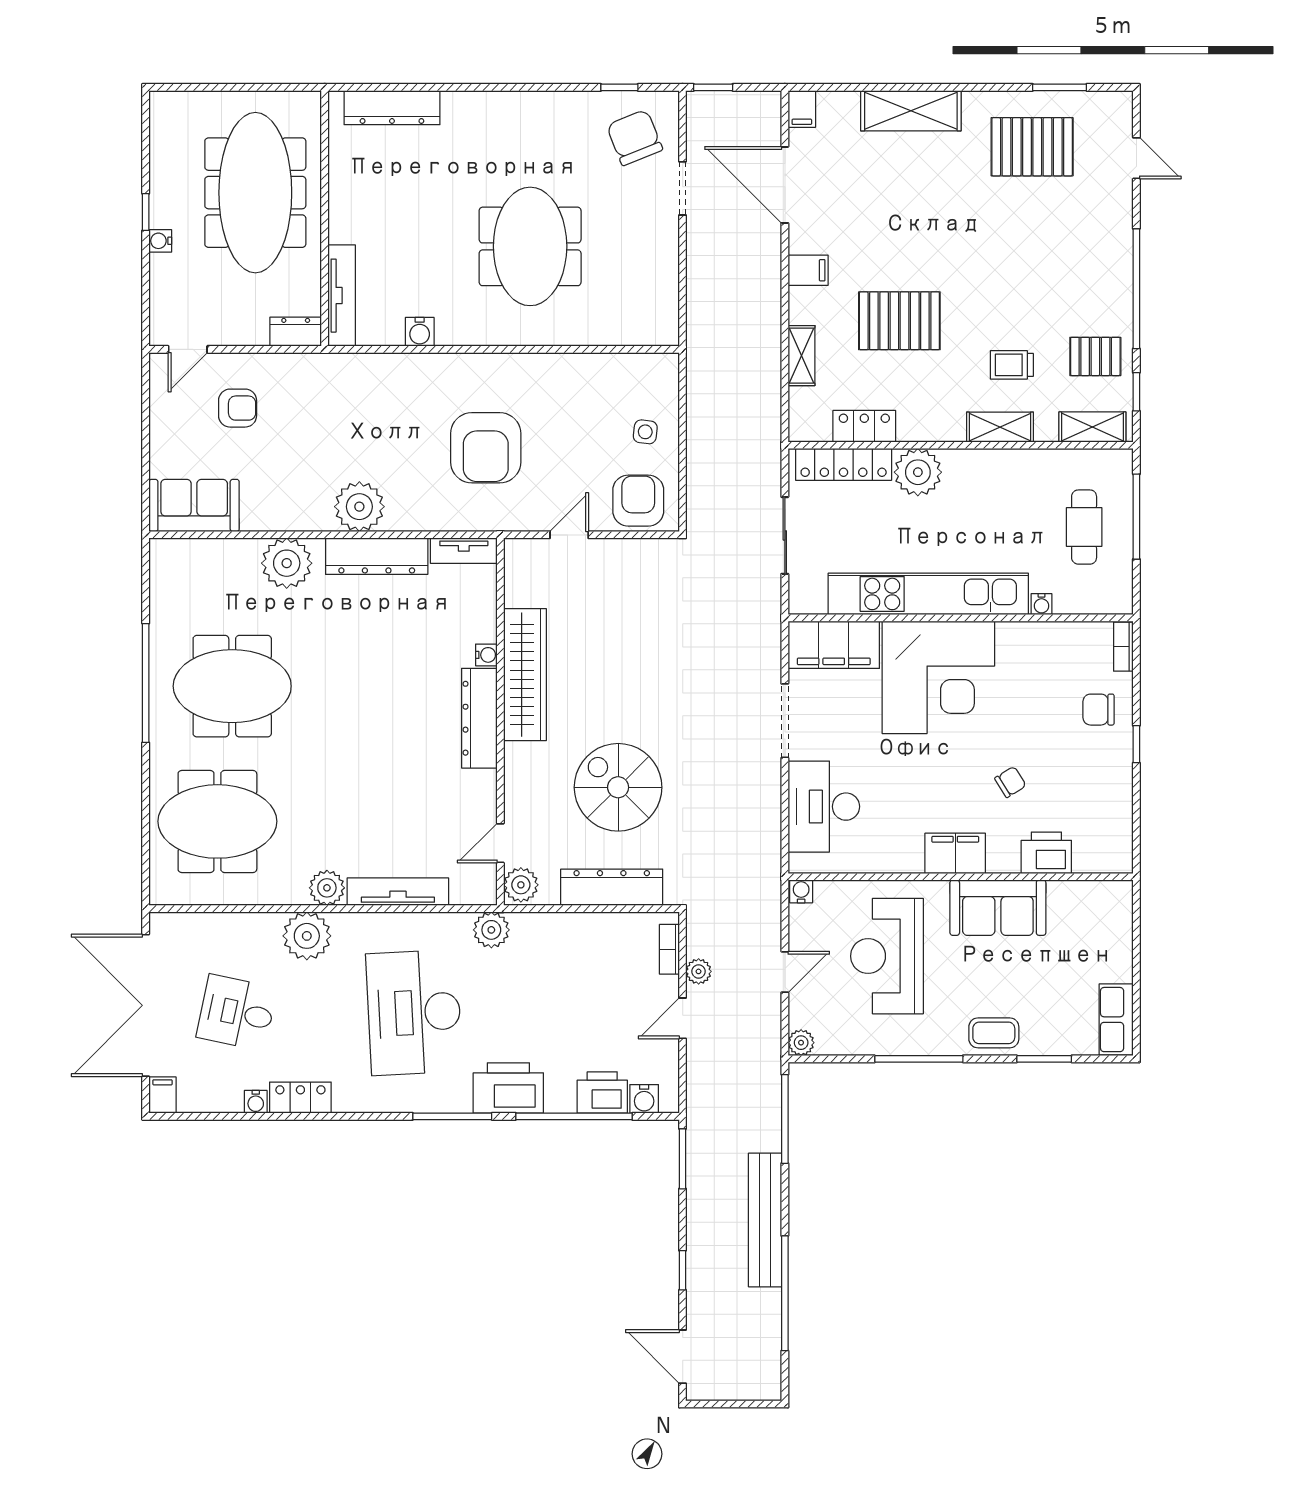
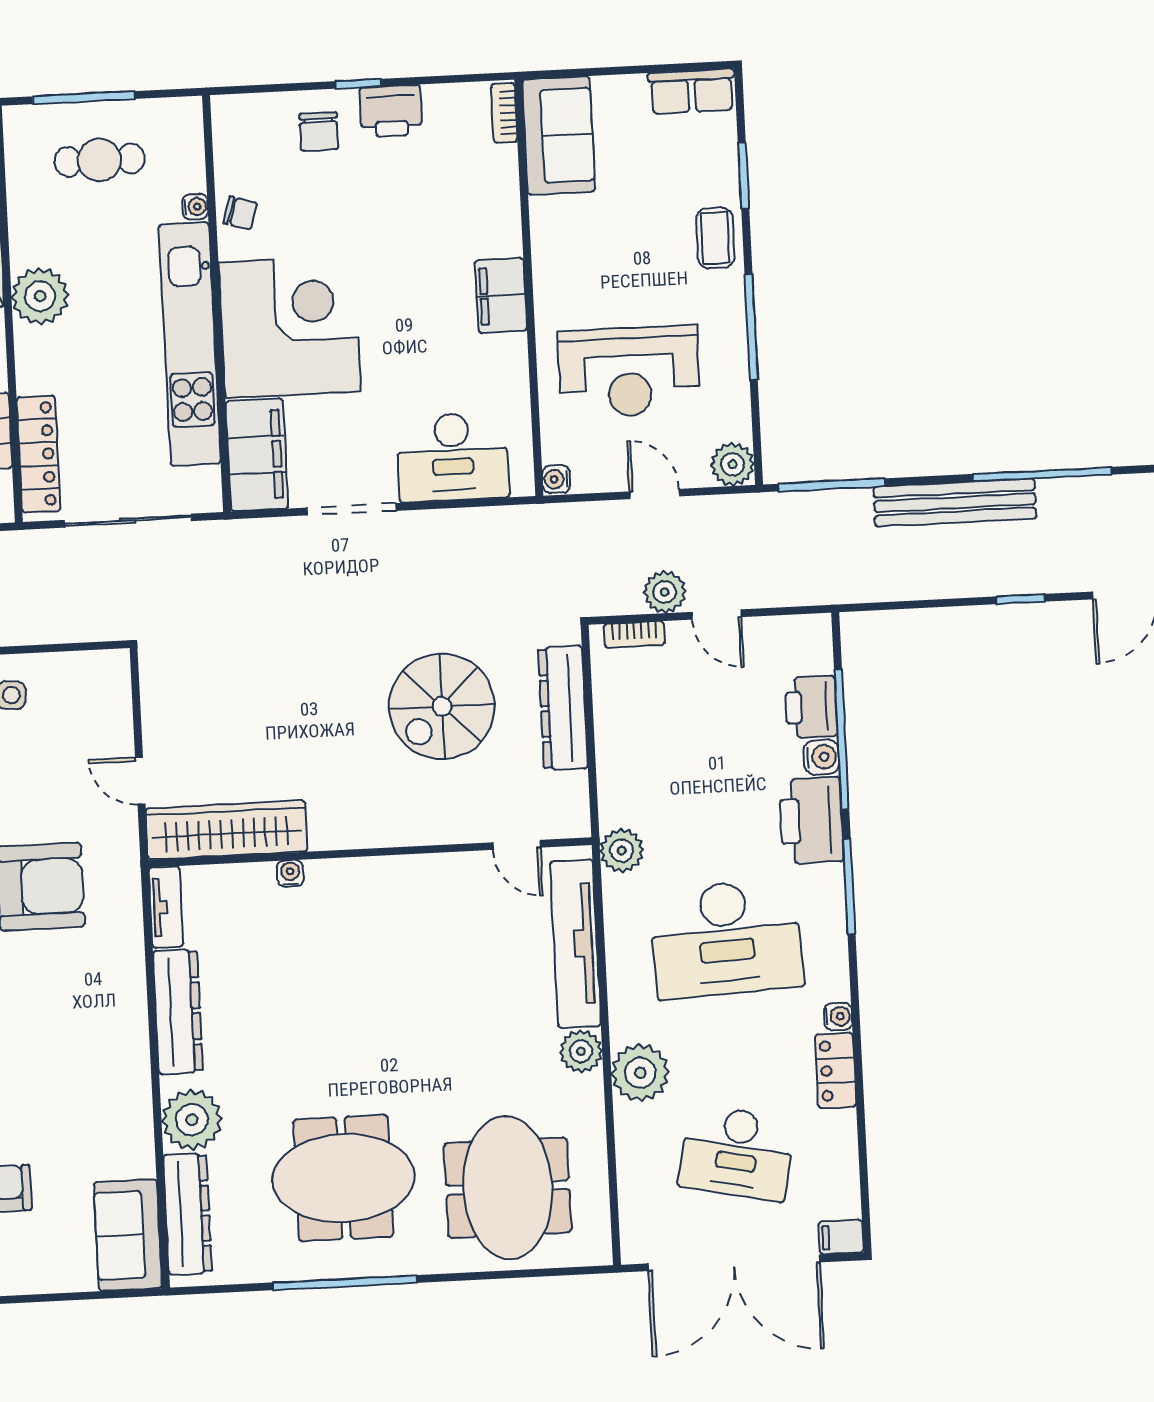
plant: (918, 472) -> (40, 296), moved
armchair: (638, 501) -> (95, 700), removed
plant: (359, 507) -> (119, 1036), removed
sliding door: (785, 535) -> (128, 521), width x1.37
bookcase: (1123, 647) -> (504, 113), moved, turned 90
wardrobe: (525, 675) -> (227, 830), moved
meeting table: (232, 686) -> (343, 1178), turned 90
dresser: (479, 718) -> (188, 1214), moved, turned -90
chair: (1010, 782) -> (240, 213), moved, turned 139
printer: (1046, 853) -> (391, 111), moved, turned -90
plant: (521, 885) -> (566, 818), removed
tv unit: (398, 892) -> (575, 944), width x1.36, depth x1.29
sofa: (998, 908) -> (559, 135), moved
plant: (699, 971) -> (665, 592), width x1.38, depth x1.38
desk: (237, 1013) -> (737, 1153), width x1.37
plant: (801, 1043) -> (733, 464), width x1.38, depth x1.38
water cooler: (644, 1099) -> (821, 757), moved
water cooler: (256, 1102) -> (838, 1016), moved
window: (683, 1159) -> (886, 606), removed

